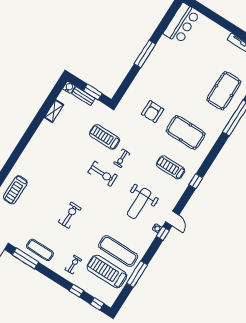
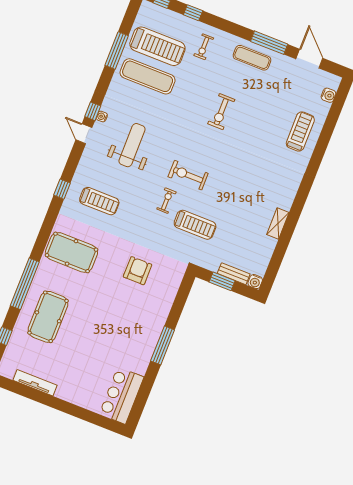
shelving: (54, 111) -> (278, 224), moved
pool table: (186, 132) -> (72, 252), moved

